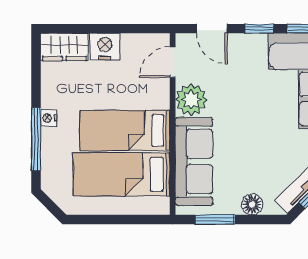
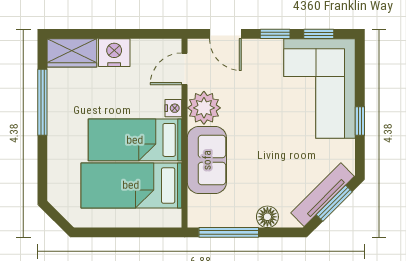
nightstand: (49, 118) -> (173, 108), moved, turned 180
window: (36, 139) -> (42, 102), moved
sofa: (194, 161) -> (207, 160), width x0.73
window: (215, 219) -> (229, 232), width x1.44

